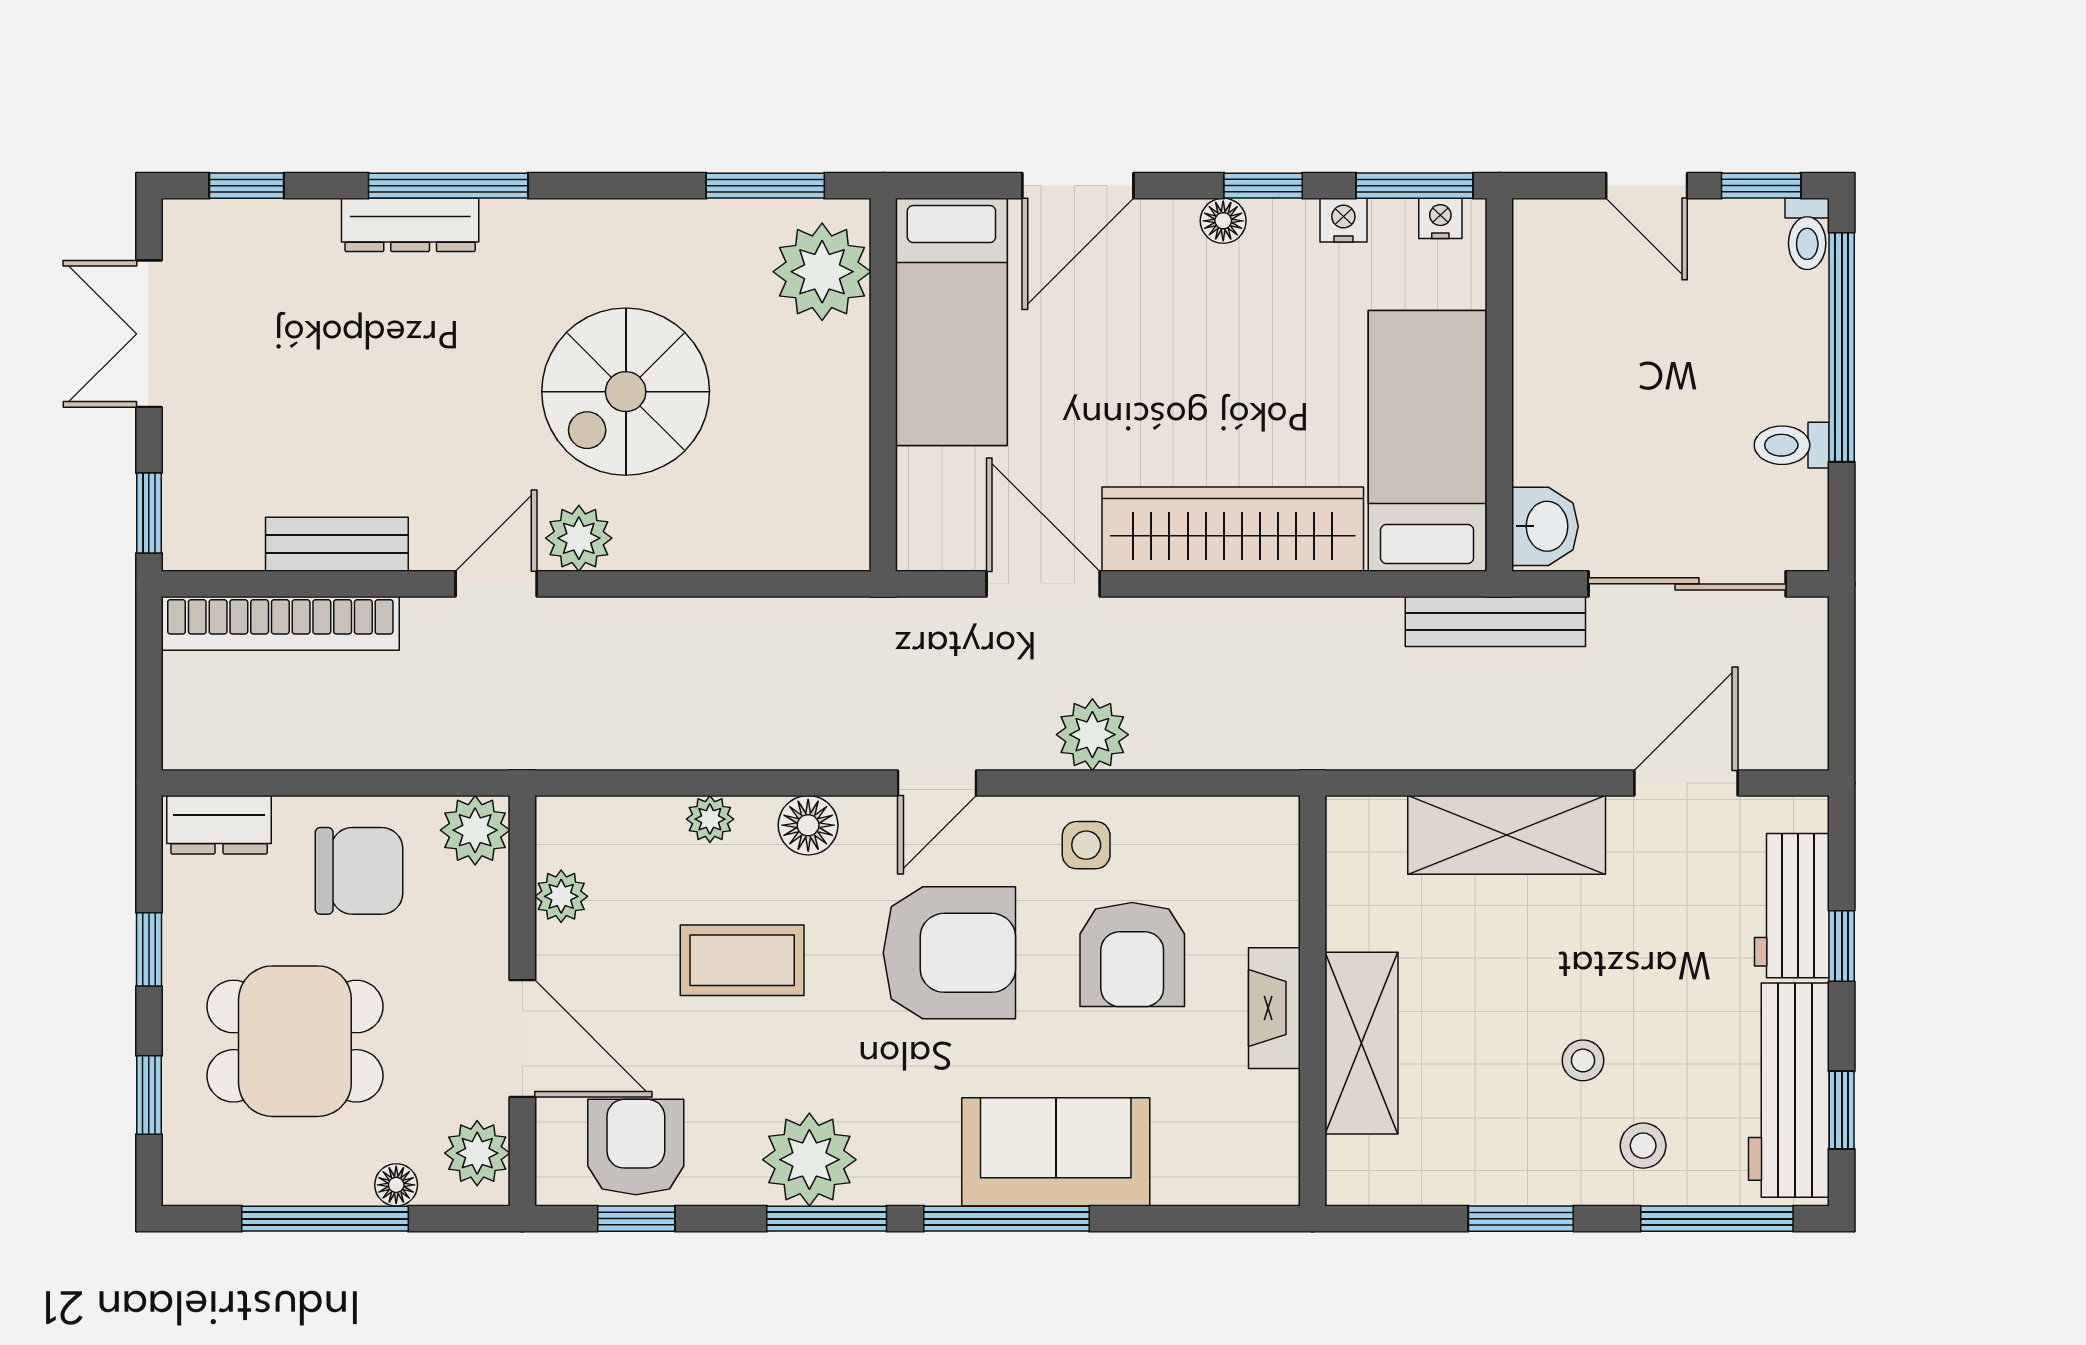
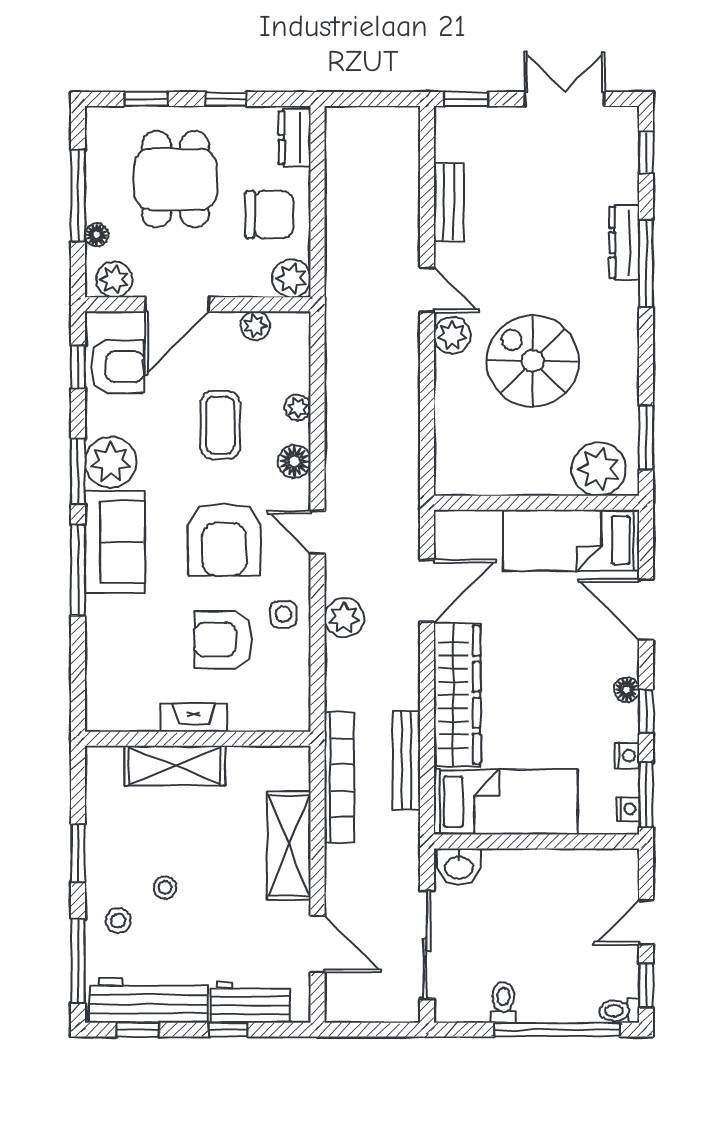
bench: (1495, 622) -> (406, 760), moved
bookcase: (280, 623) -> (339, 778), moved, turned 180
chair: (359, 871) -> (269, 214), turned -90
sofa: (1056, 1152) -> (115, 542), moved

